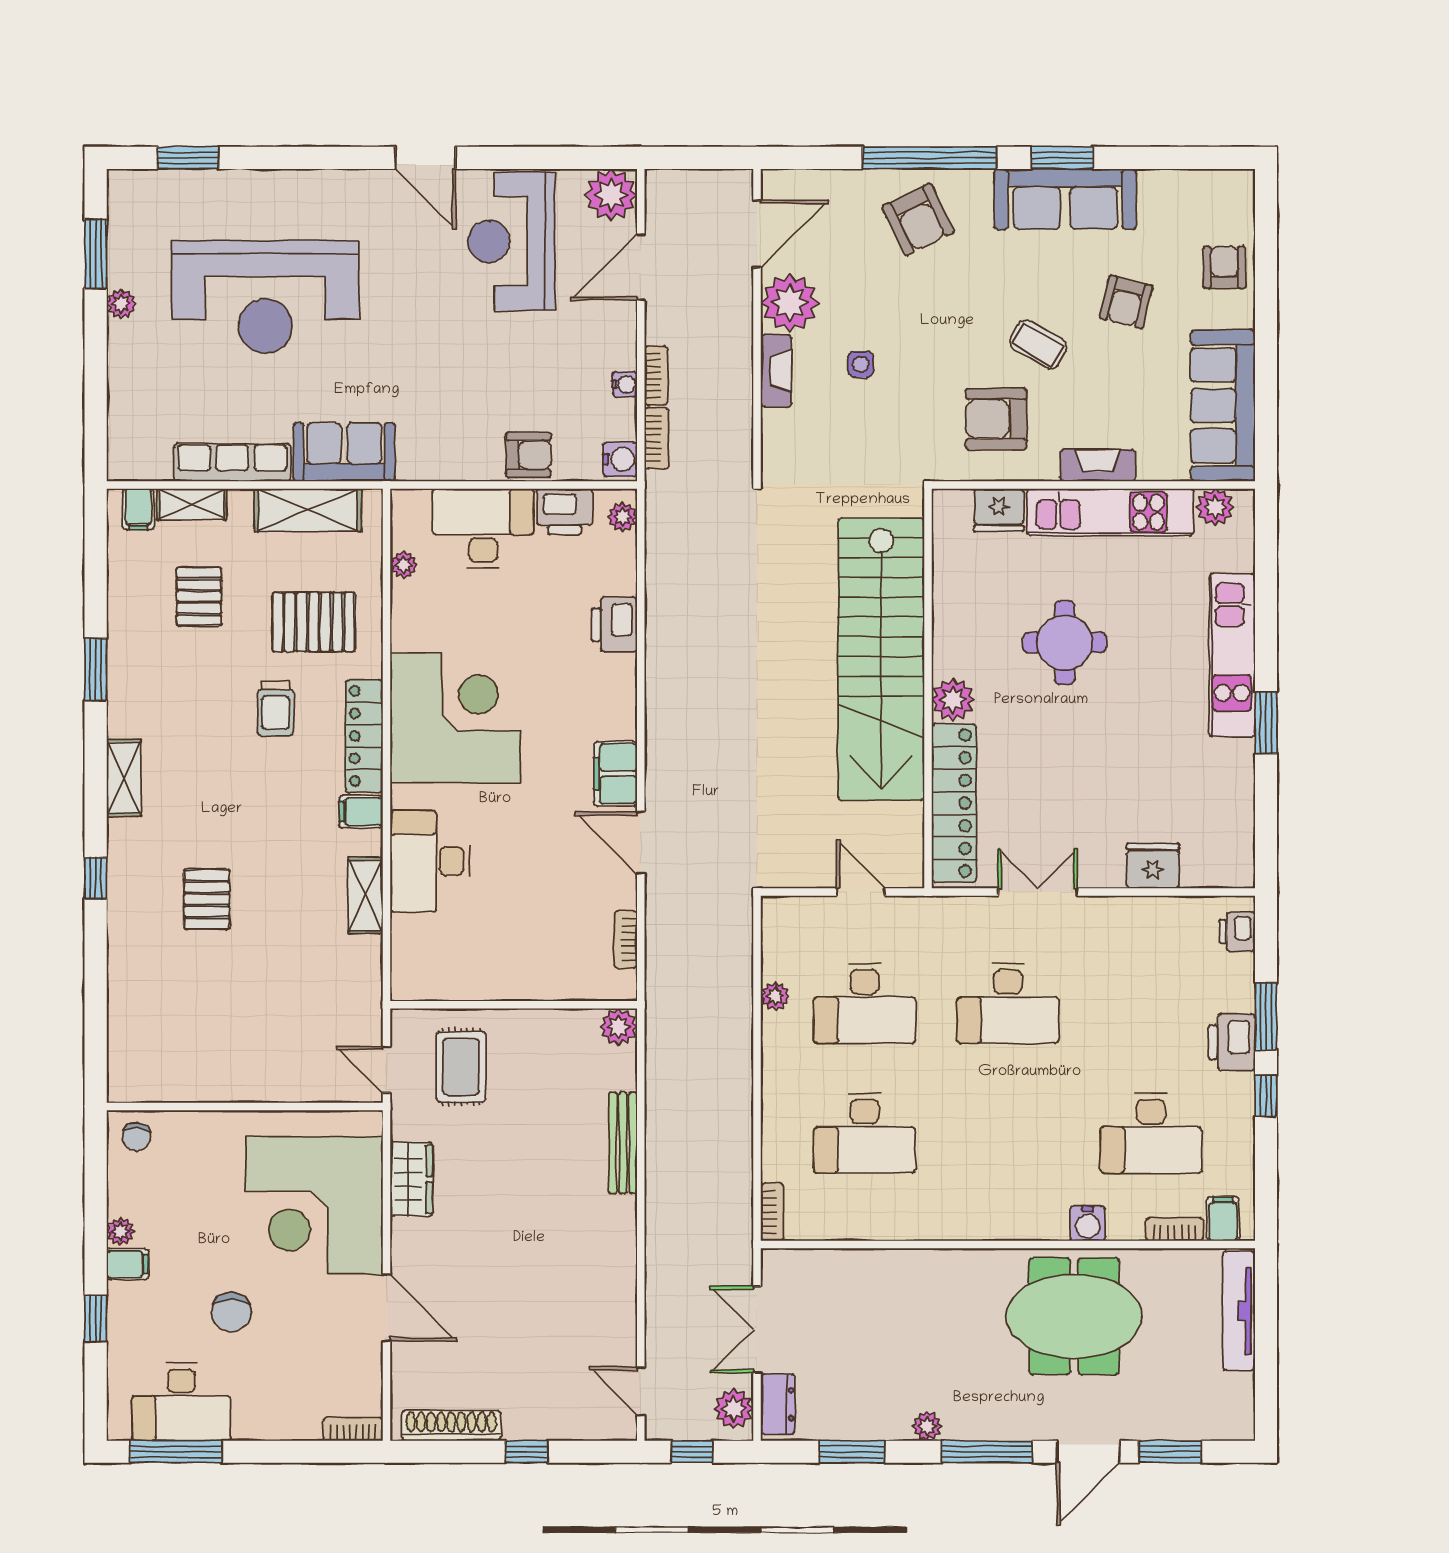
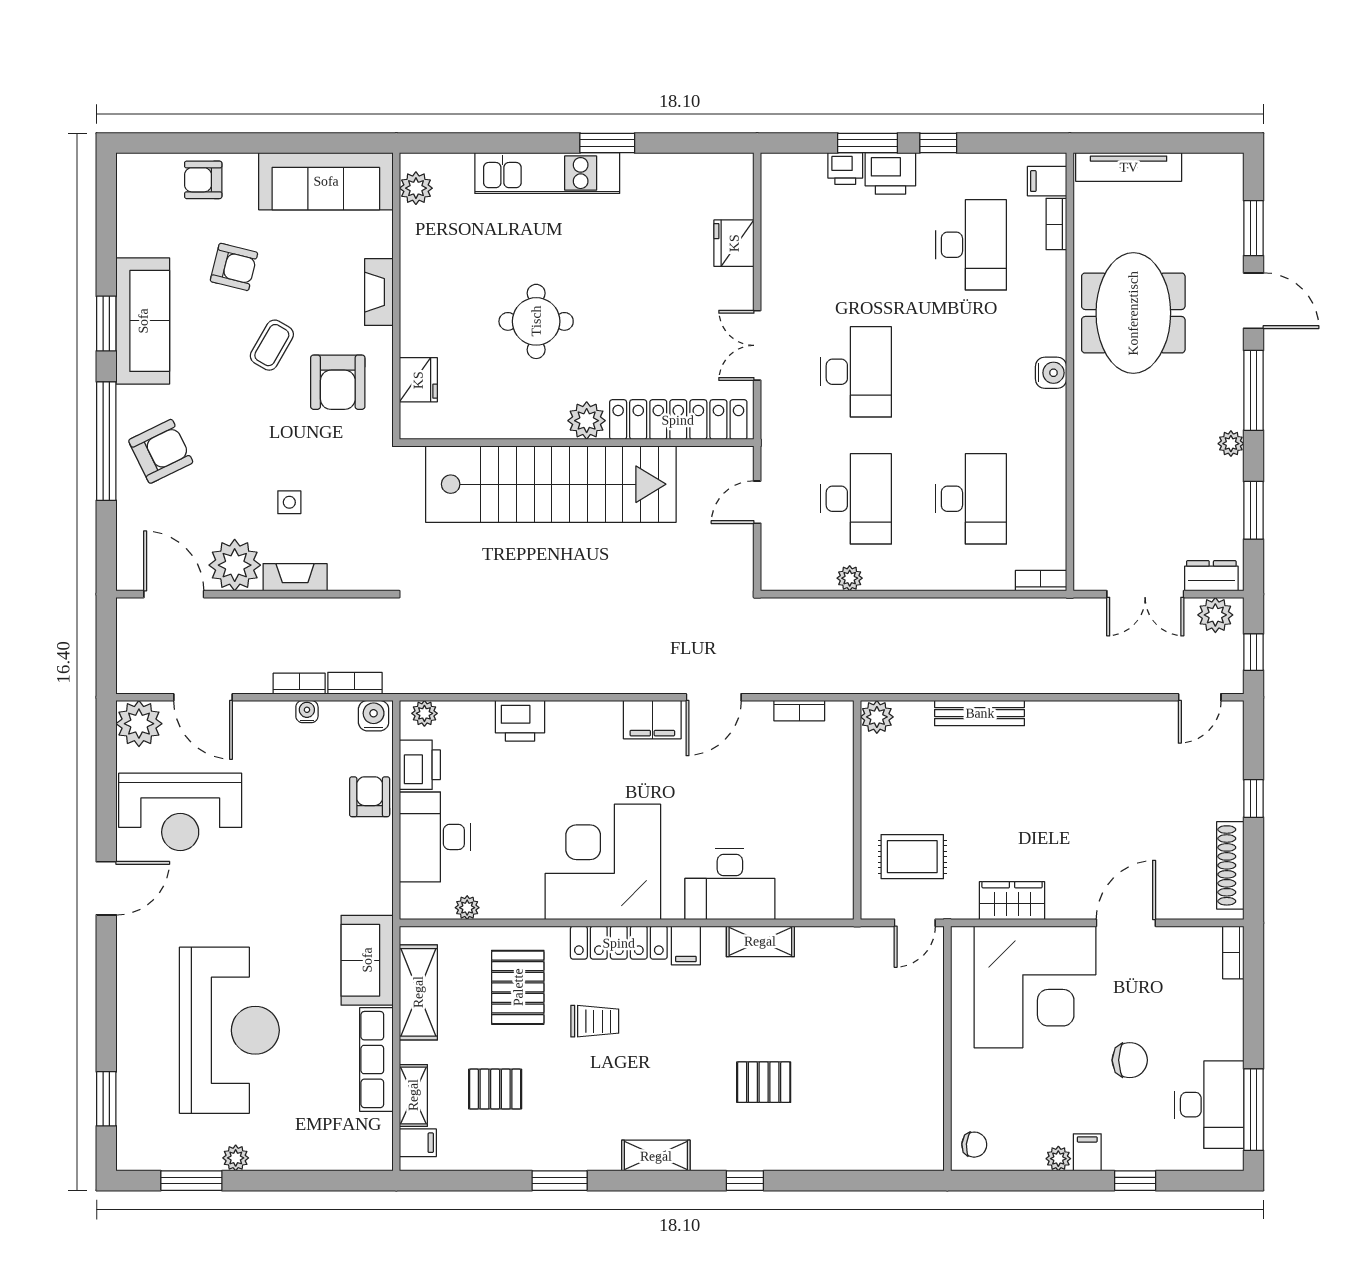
kitchen unit: (1110, 512) -> (420, 281), removed
printer: (1237, 932) -> (845, 168), moved
water cooler: (1088, 1223) -> (1051, 373), moved

